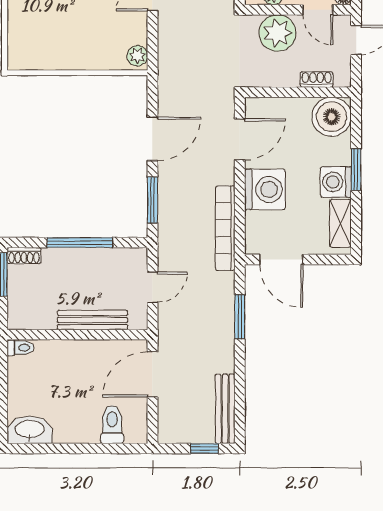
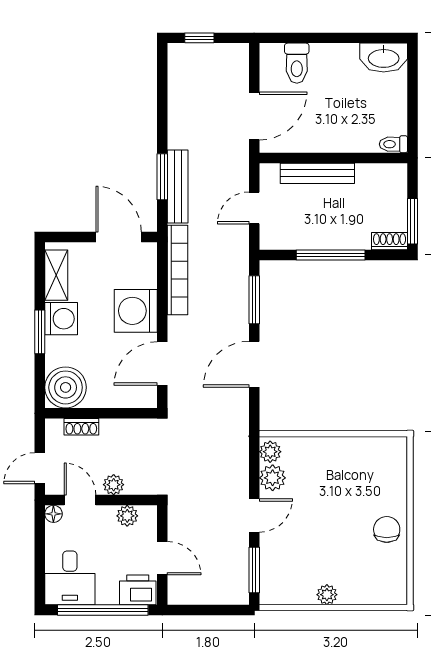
plant: (135, 31) -> (273, 478), added
plant: (277, 33) -> (114, 485), width x0.53, depth x0.53
bench: (225, 409) -> (178, 186), moved

